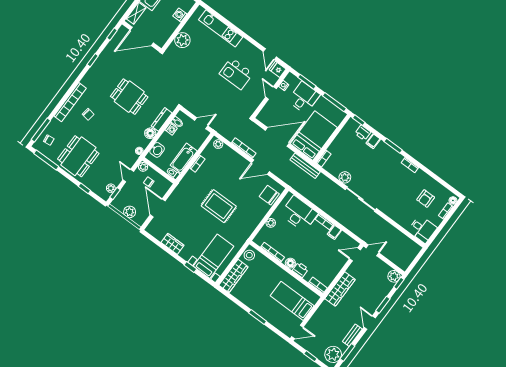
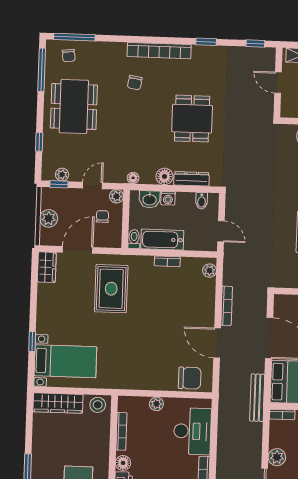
door: (142, 36) -> (278, 83), width x0.53
bookcase: (70, 102) -> (159, 51), moved
washing machine: (171, 129) -> (168, 198), moved
dining table: (78, 156) -> (74, 107), turned 90
chair: (269, 195) -> (190, 378), turned 90
rug: (219, 206) -> (111, 289), moved
wardrobe: (173, 244) -> (47, 267), moved

